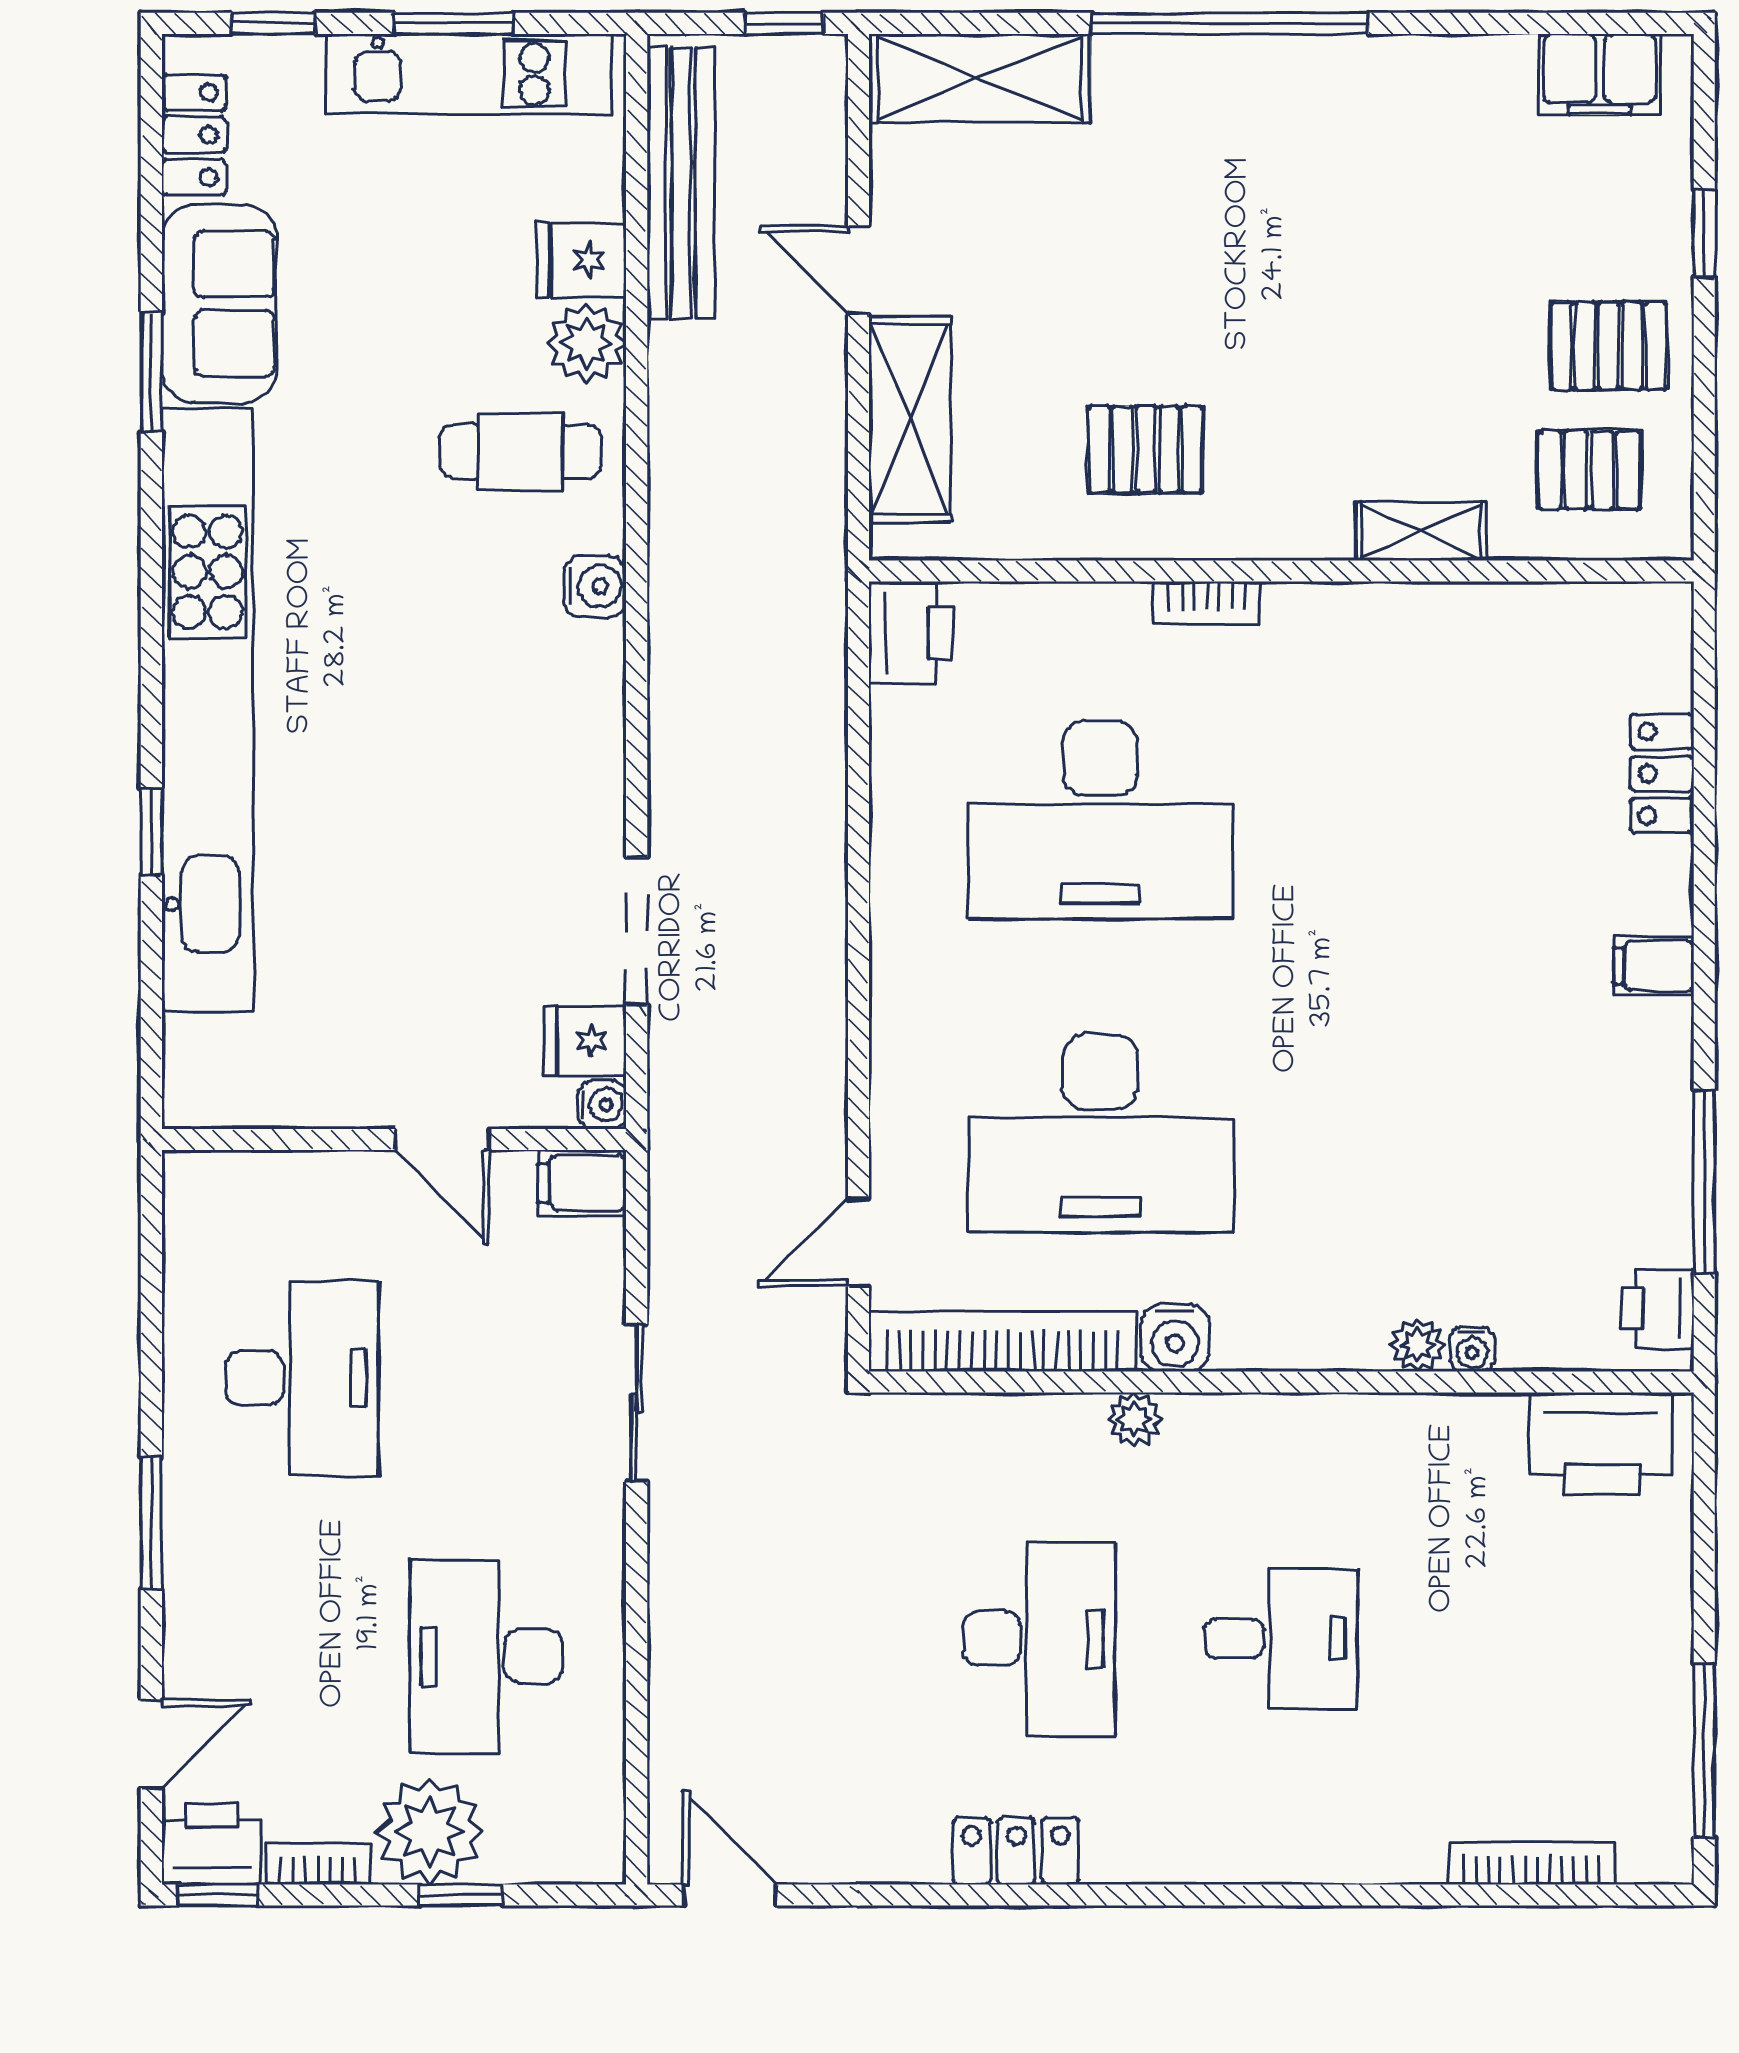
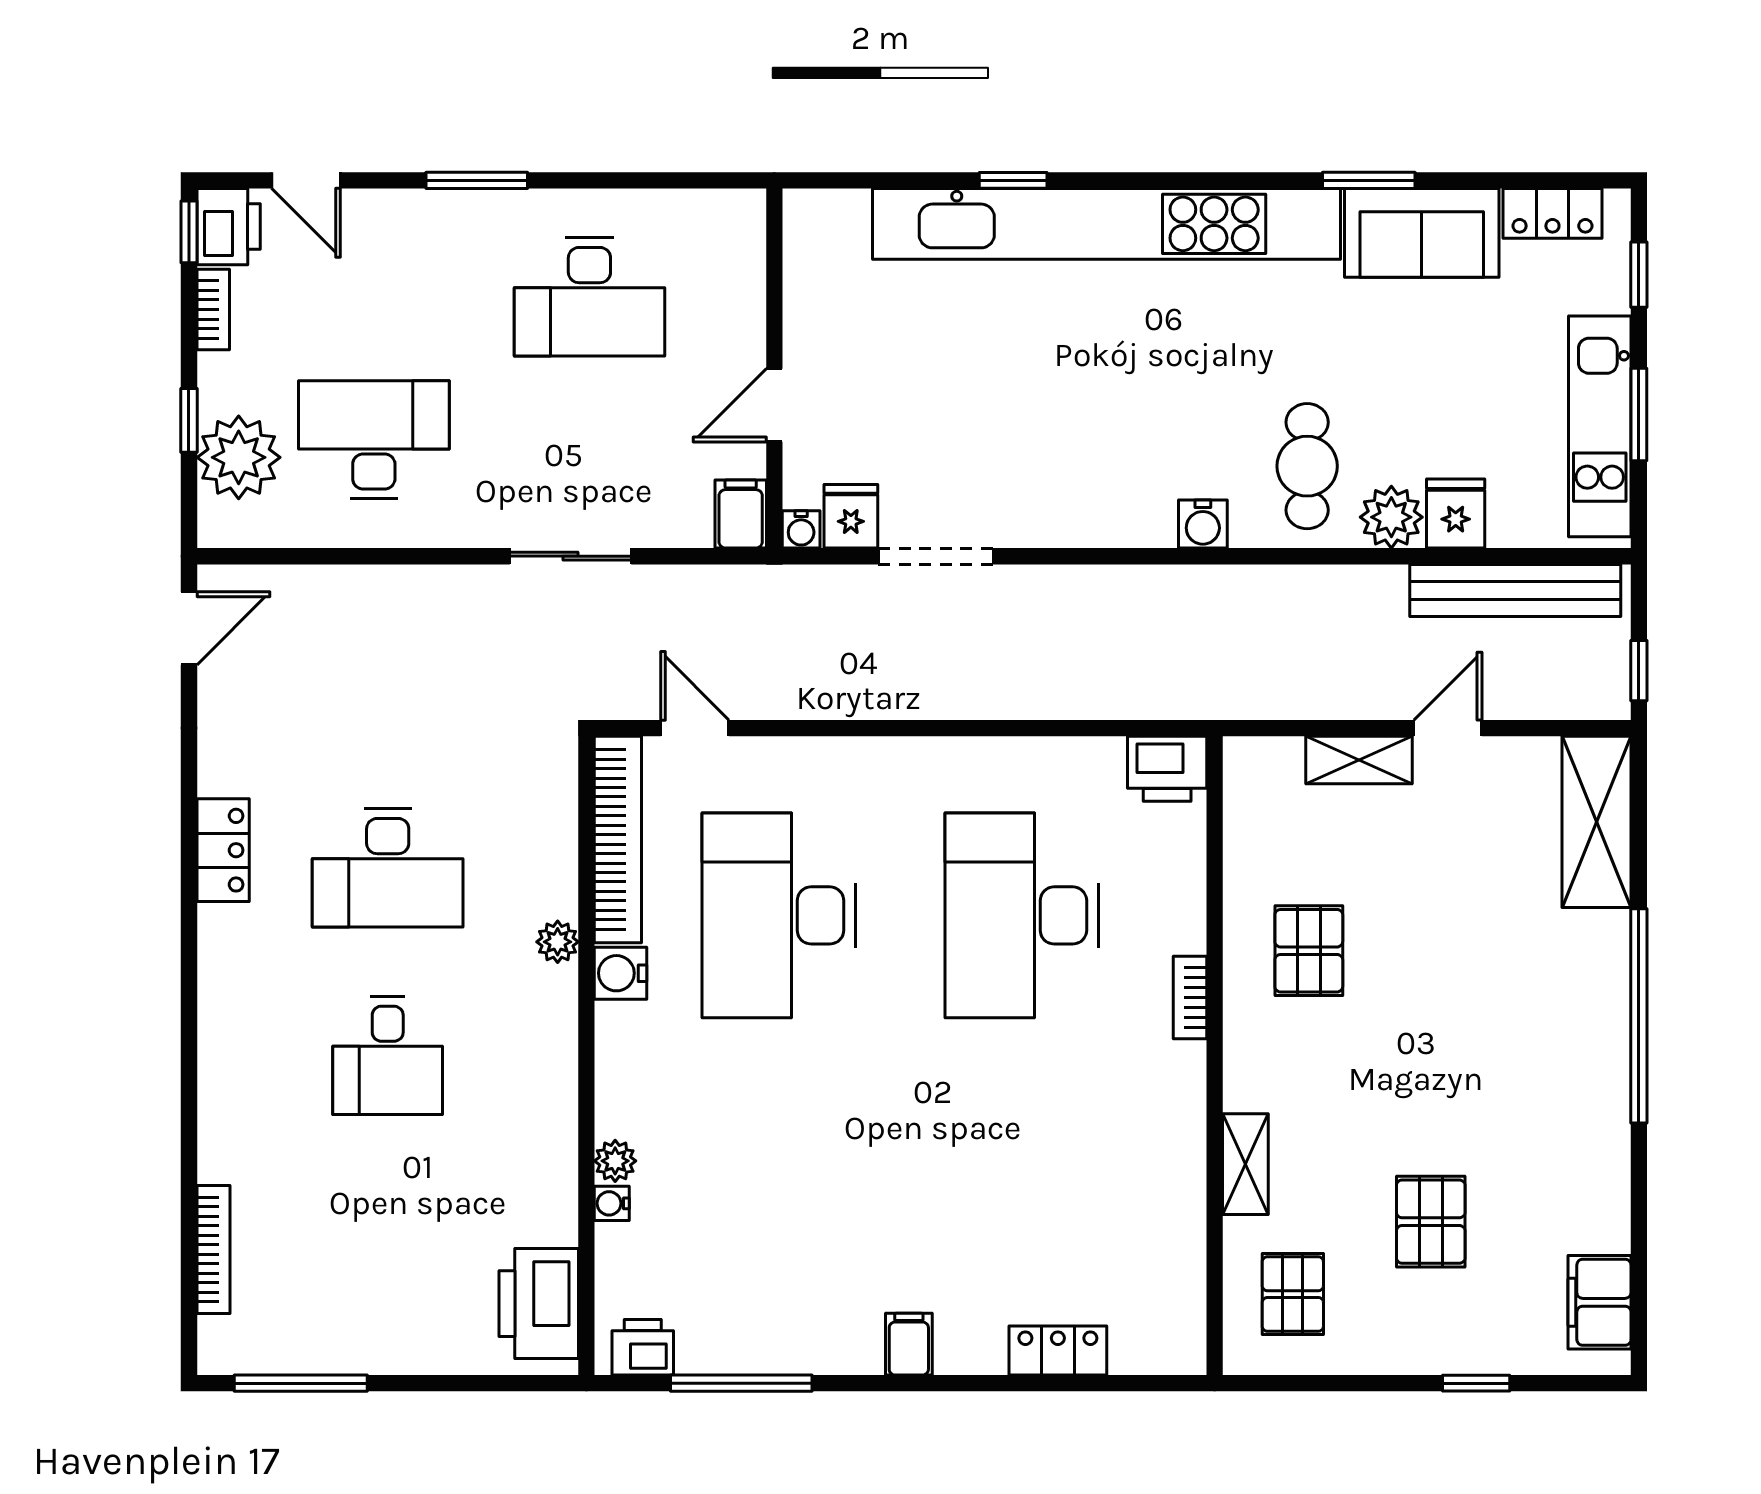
pallet: (1609, 346) -> (1431, 1222), moved
shelving: (910, 419) -> (1359, 760), width x0.67, depth x0.75
plant: (430, 1831) -> (239, 457), moved

